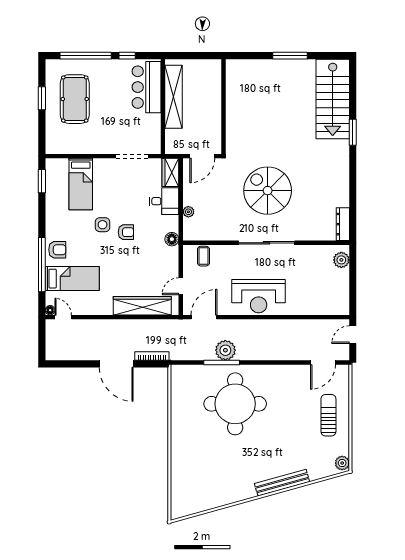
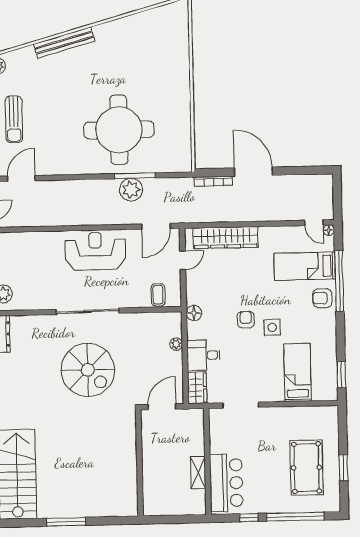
shelving: (174, 97) -> (198, 473), width x0.45, depth x0.75
armchair: (126, 232) -> (246, 320), turned 90

